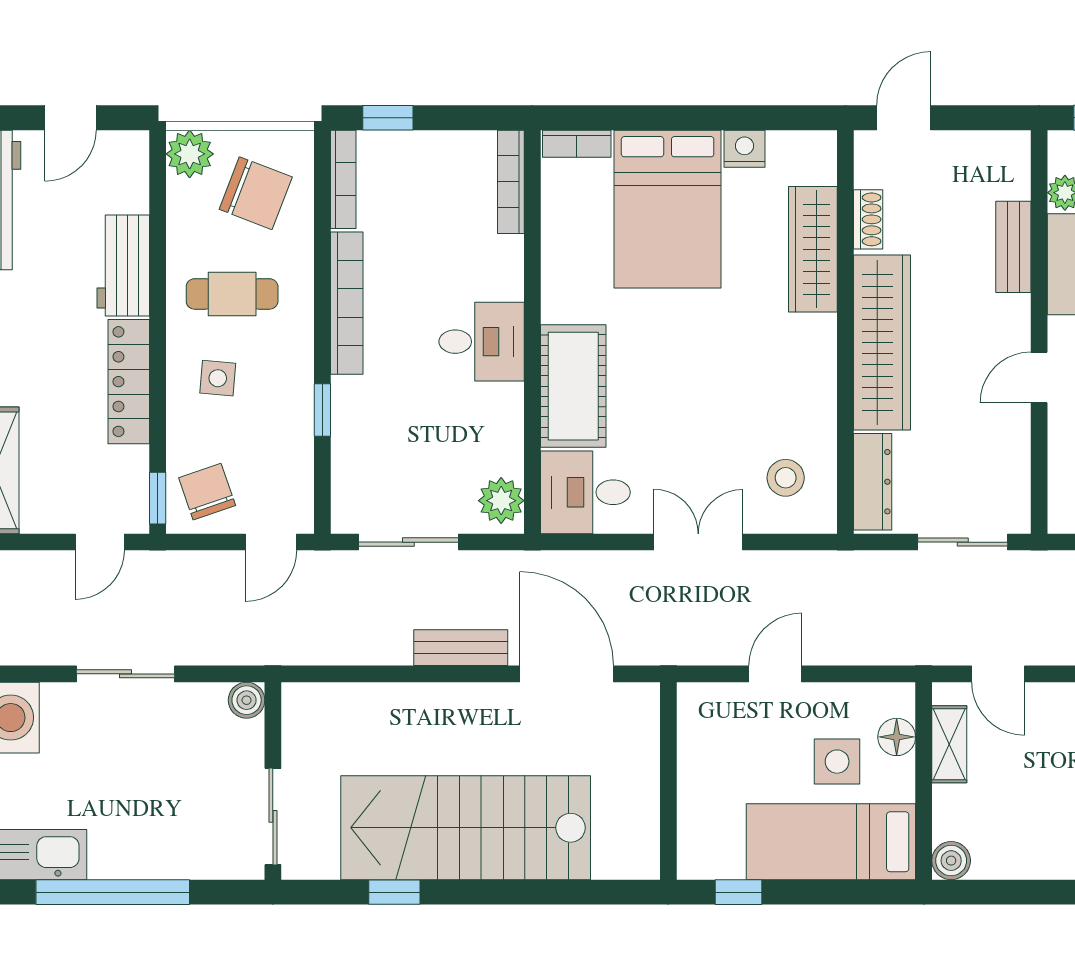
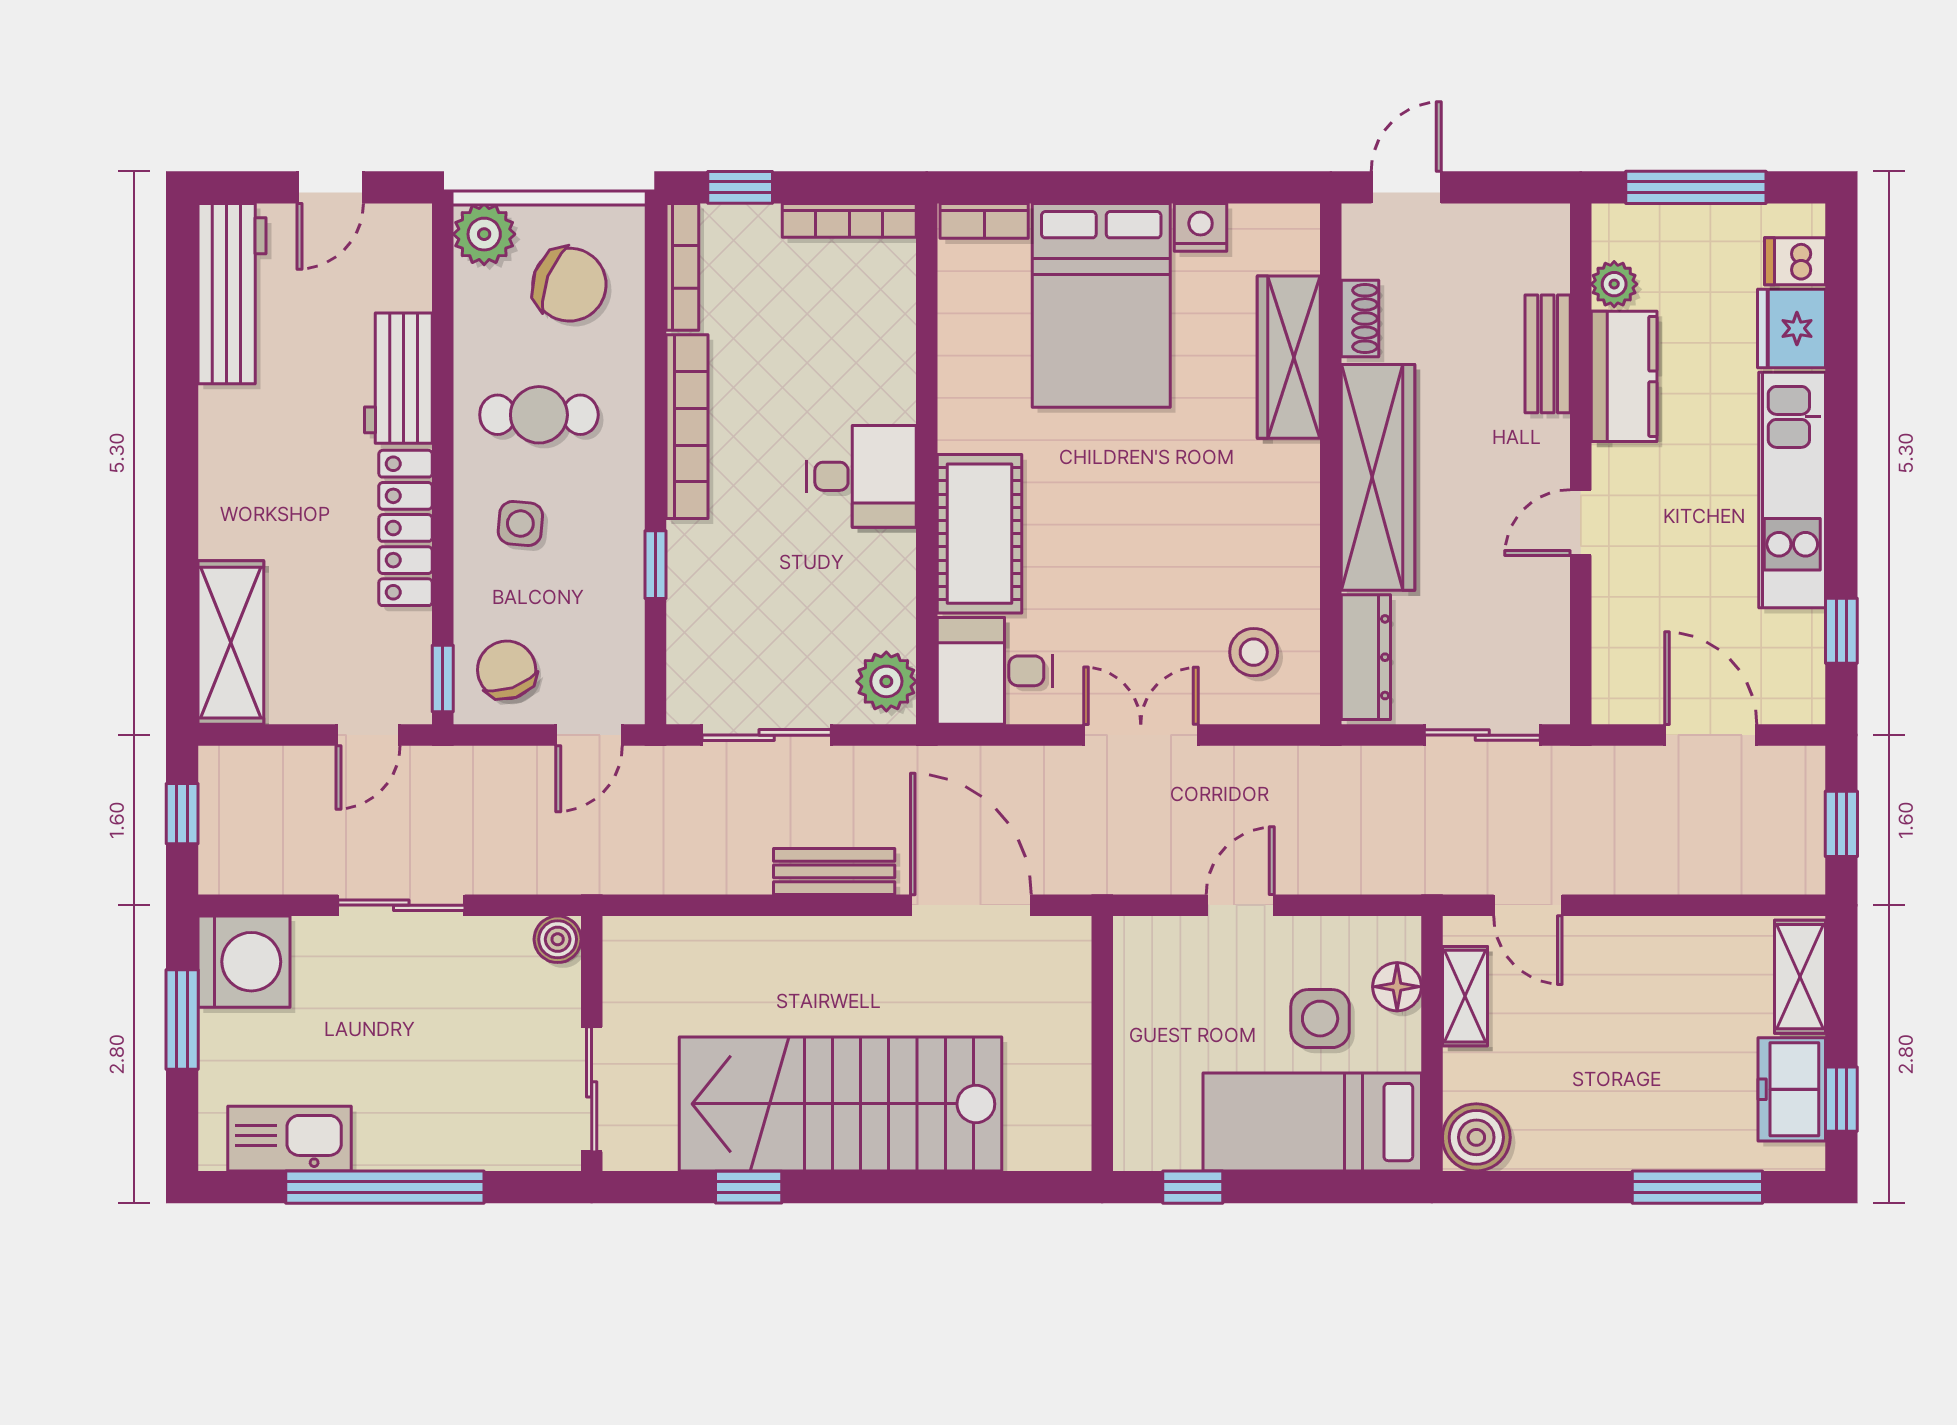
bookcase: (511, 182) -> (849, 220), moved, turned -90
boiler: (951, 861) -> (1476, 1137), width x1.36, depth x1.36

